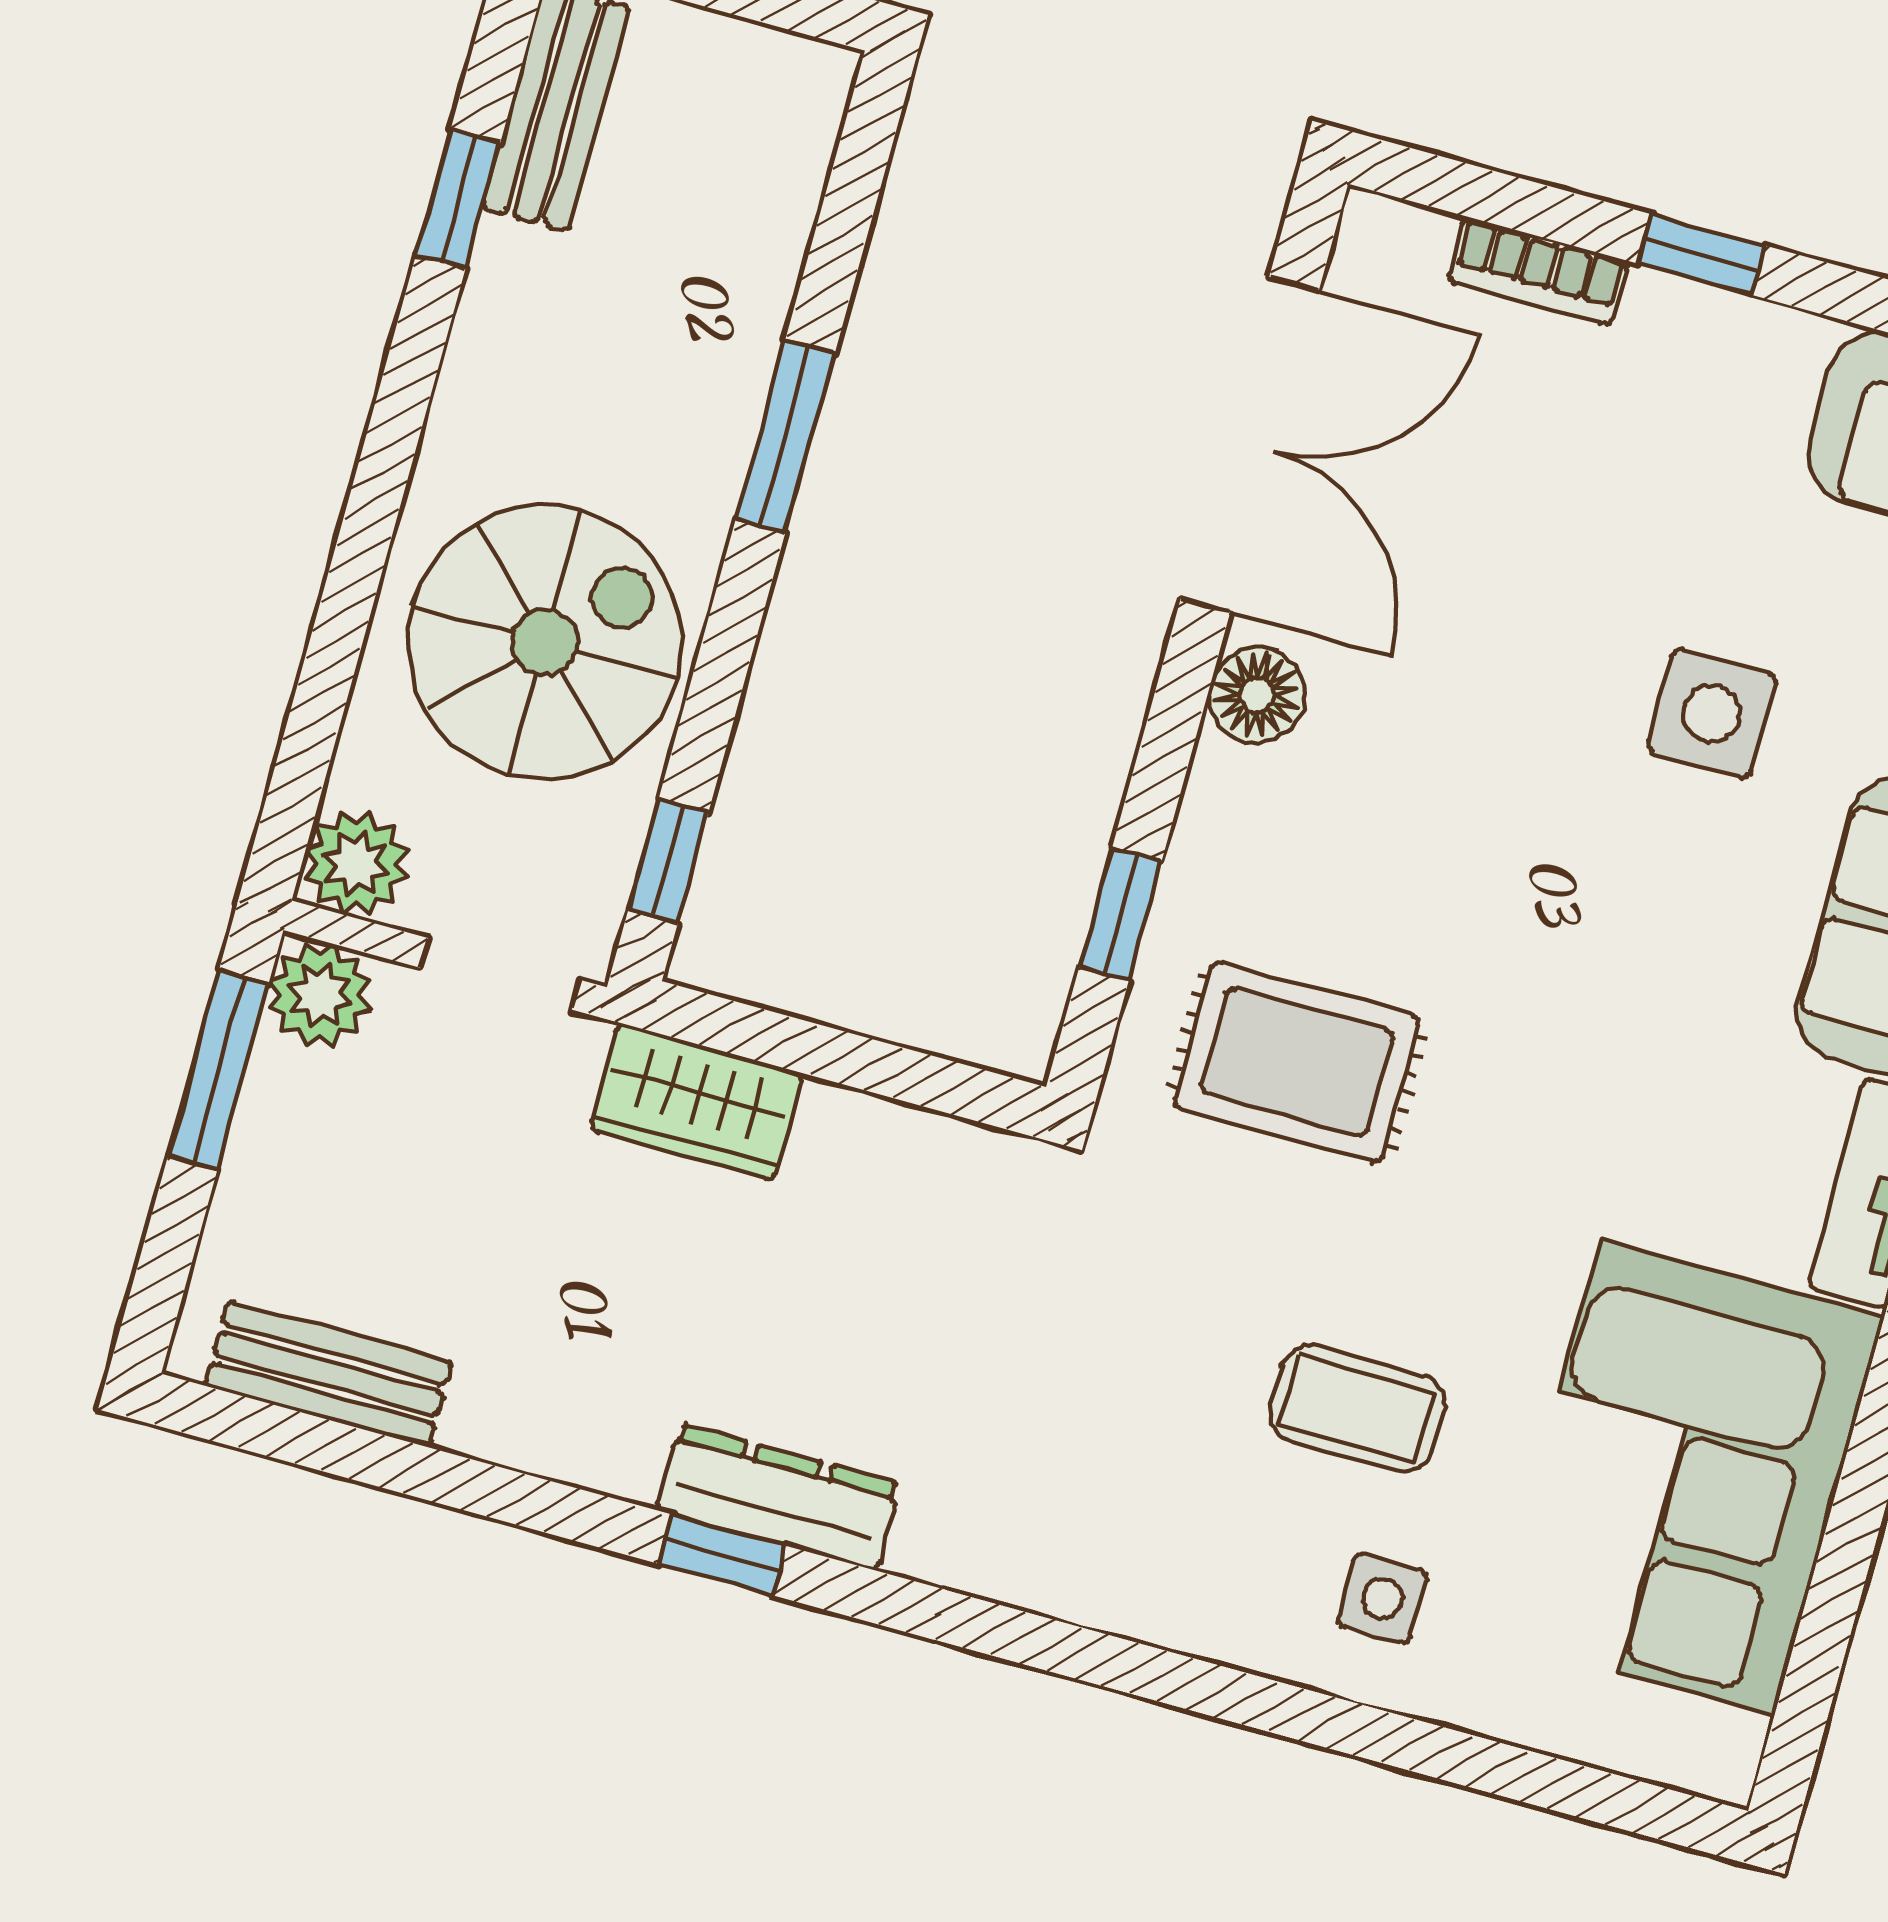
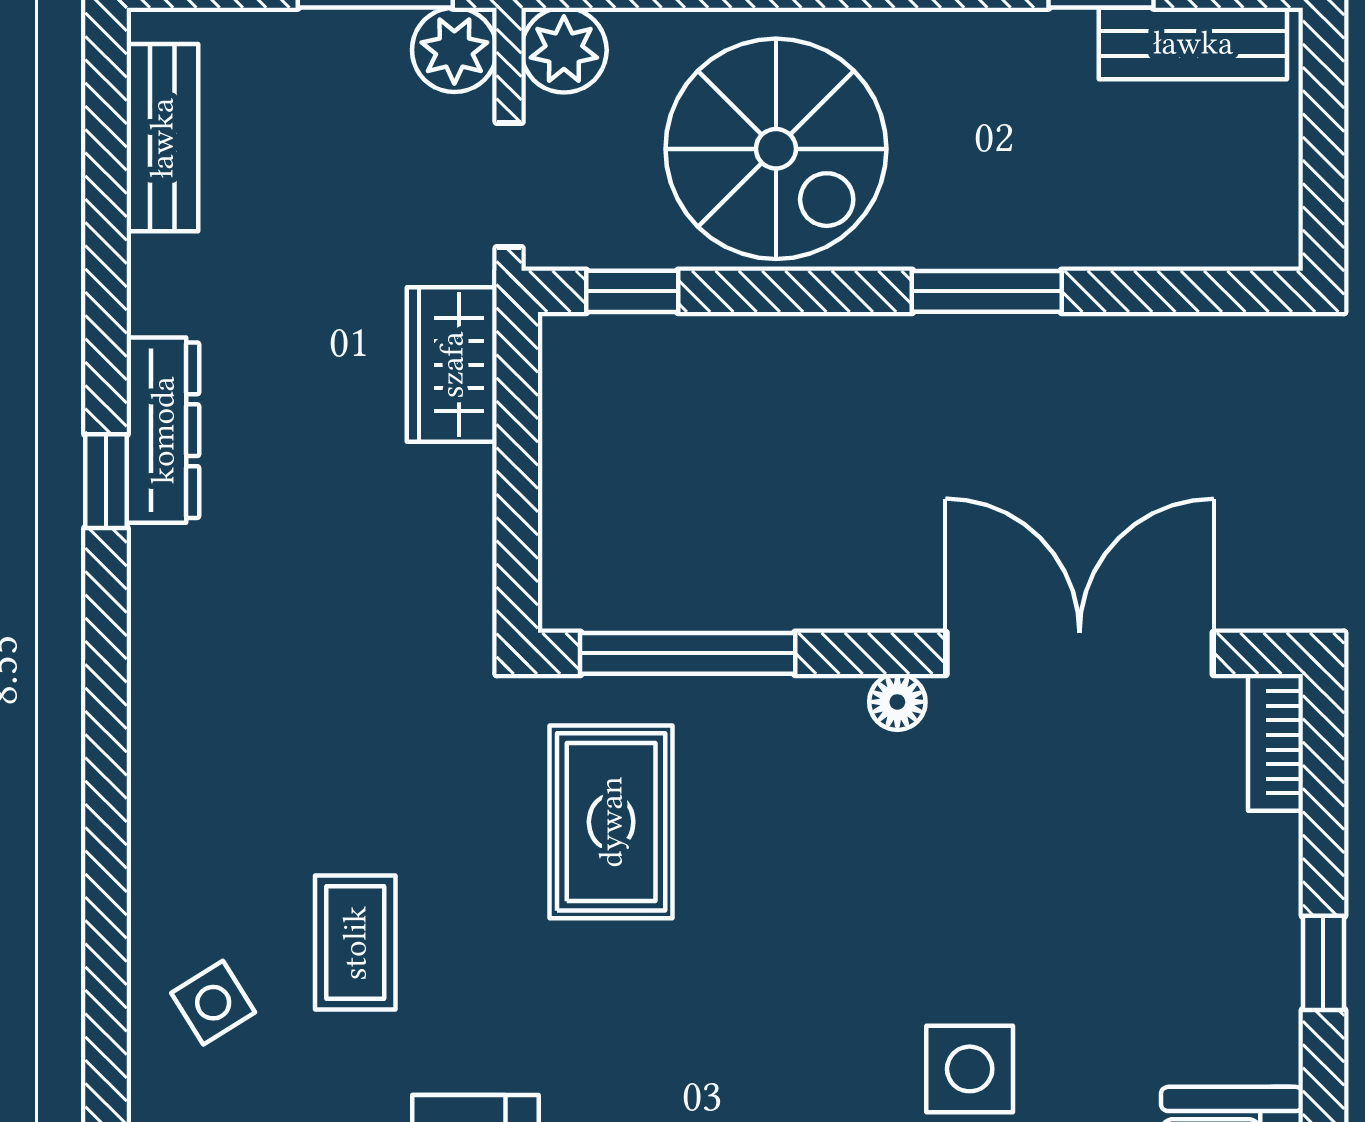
bookcase: (1538, 271) -> (1276, 742), moved
double door: (1250, 445) -> (1080, 653), swing flipped
floor lamp: (1257, 695) -> (897, 702), width x0.73, depth x0.73
window: (1120, 914) -> (688, 653), width x2.17
dresser: (778, 1497) -> (163, 430), moved
side table: (1382, 1598) -> (213, 1003), turned -32

